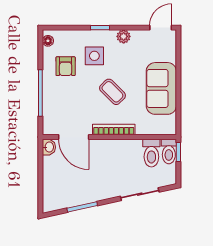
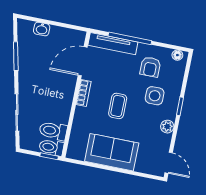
armchair: (66, 66) -> (150, 67), turned -90
coffee table: (112, 92) -> (118, 106), turned -45
tv unit: (49, 110) -> (113, 44), added
bookcase: (114, 130) -> (84, 93), width x0.64
washbasin: (49, 147) -> (42, 29), moved

